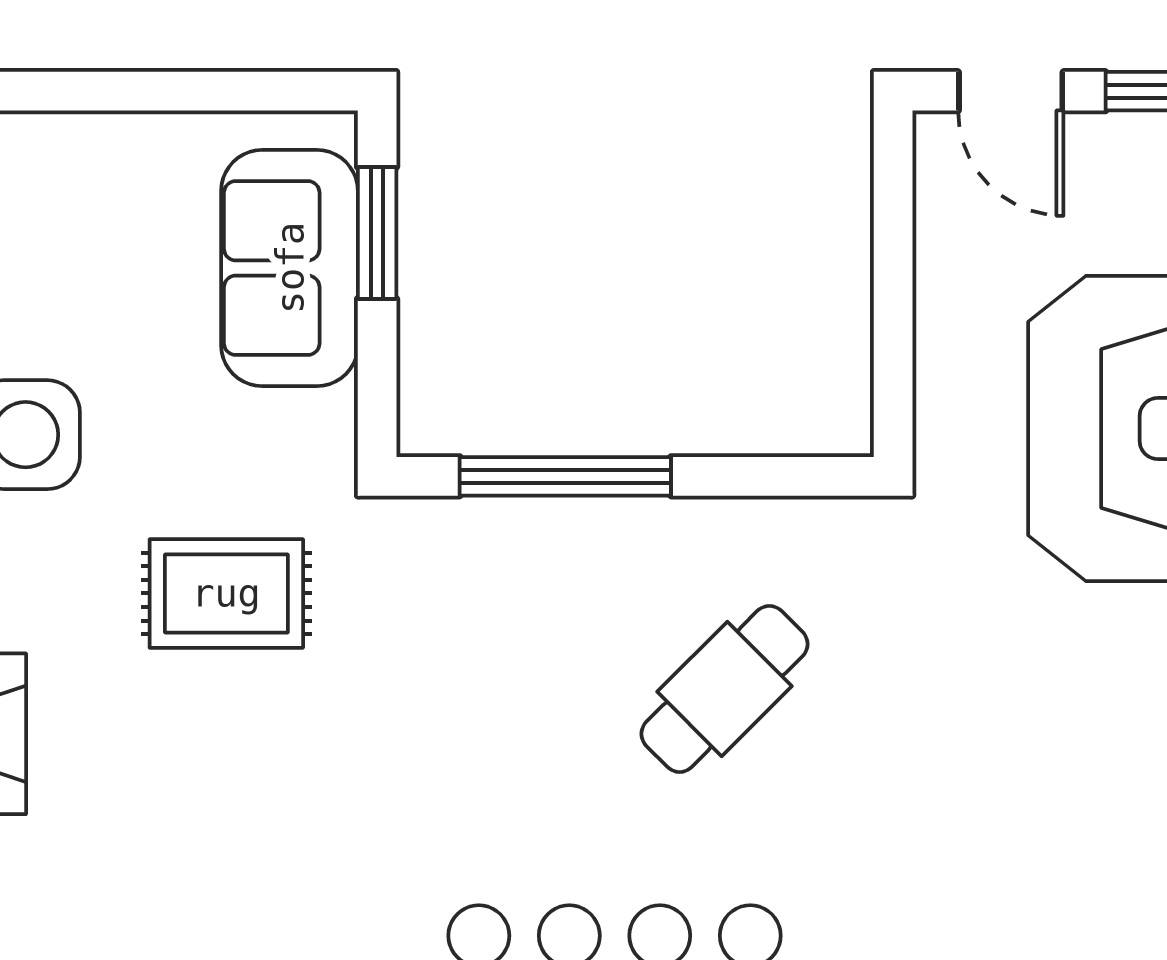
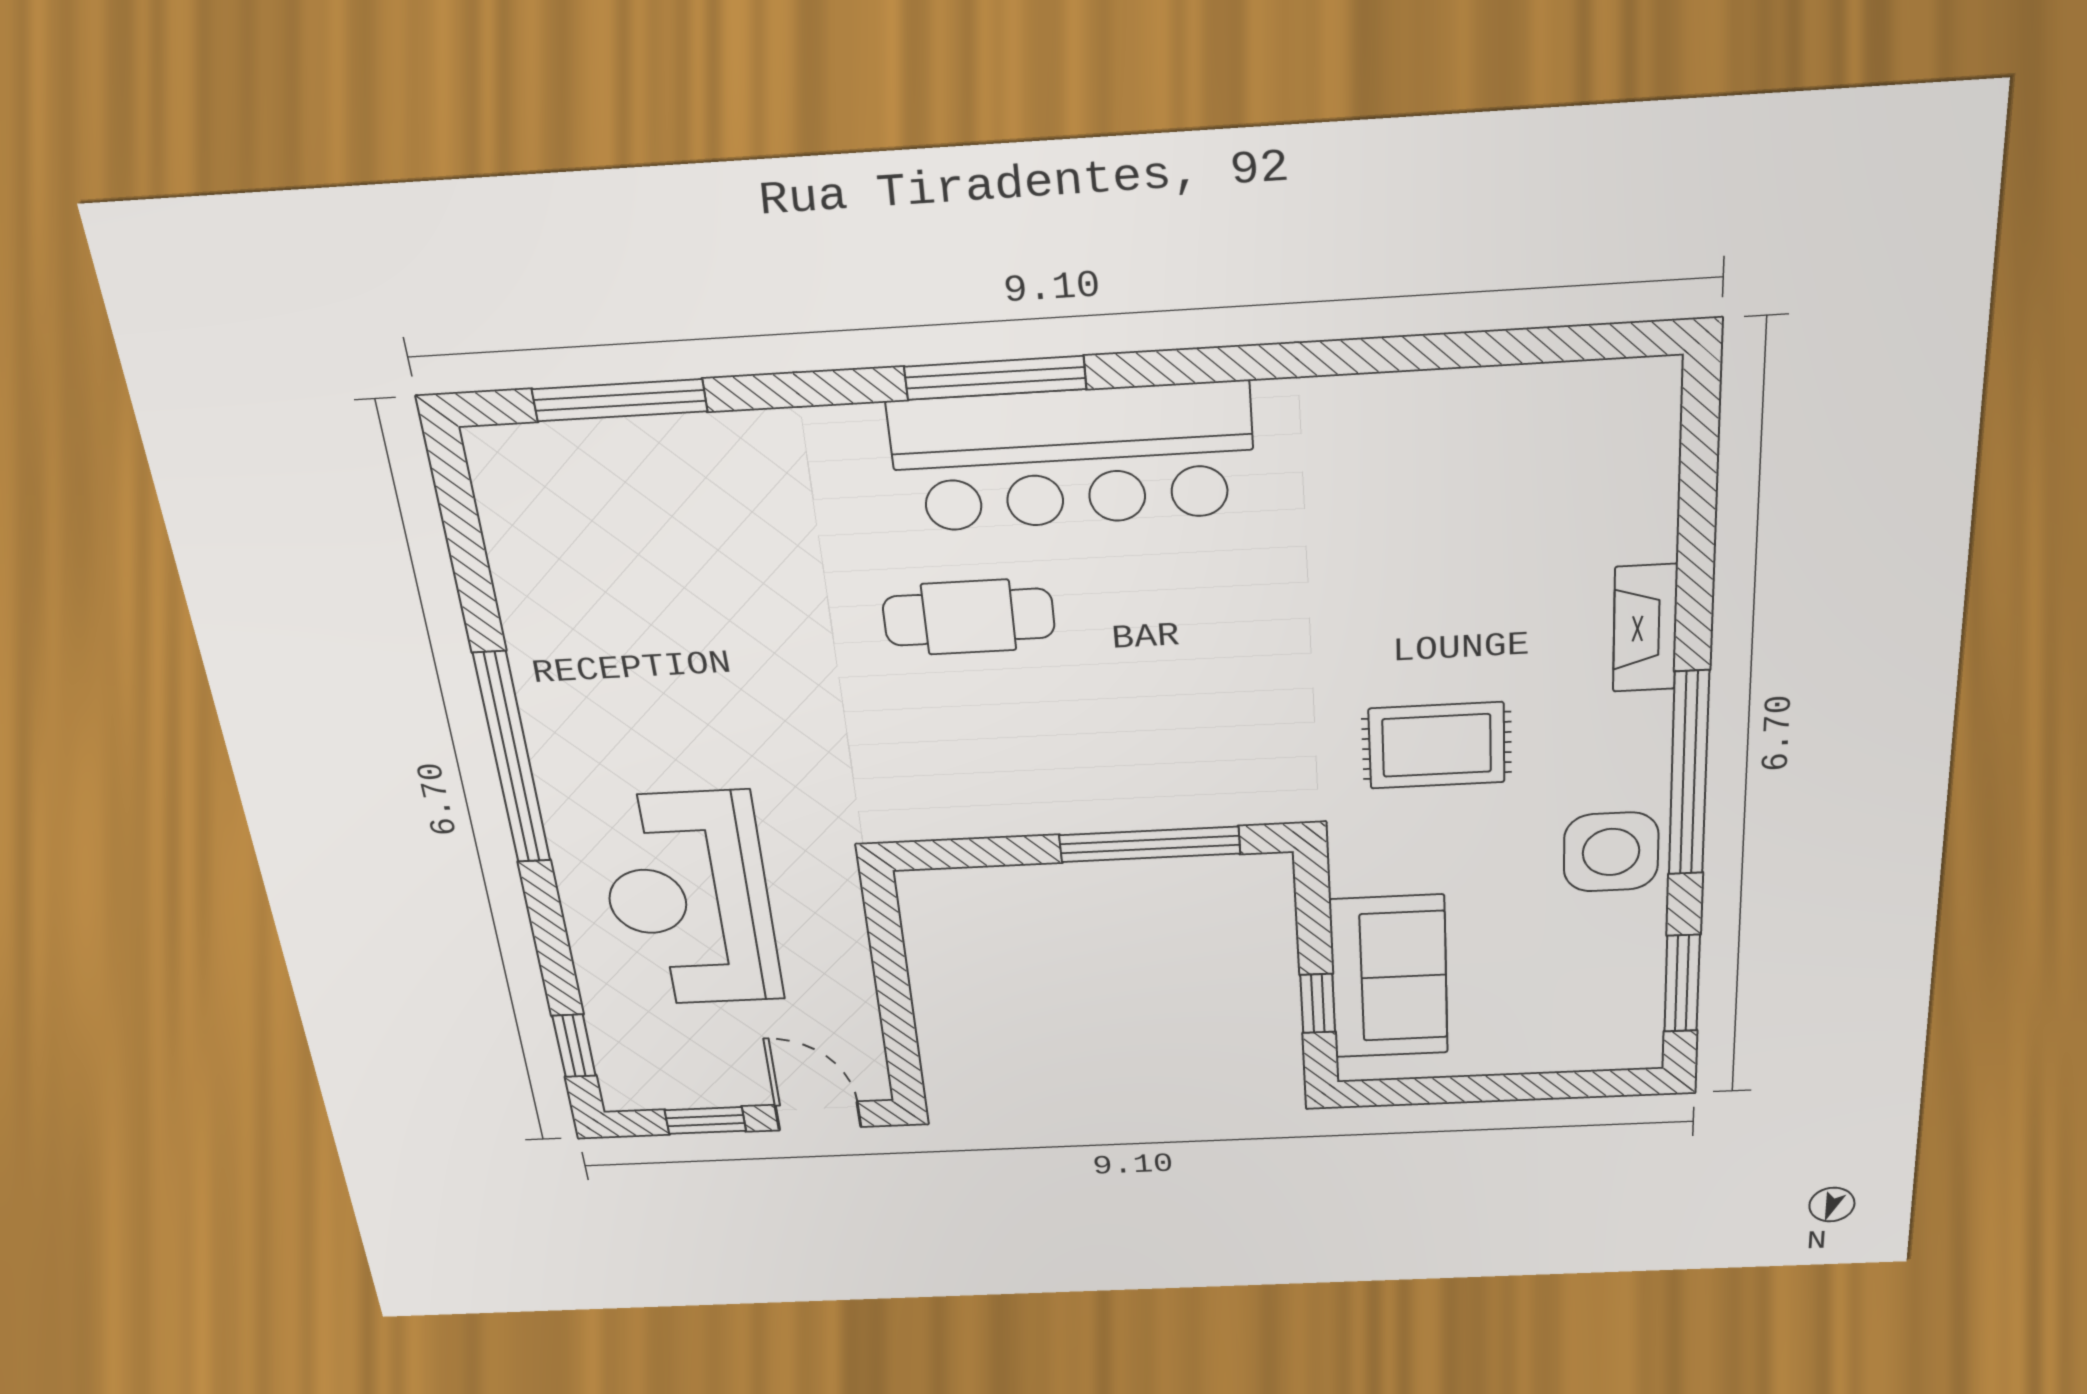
window: (377, 233) -> (1318, 1003), width x0.67
cafe table: (725, 689) -> (969, 617), moved, turned 45

